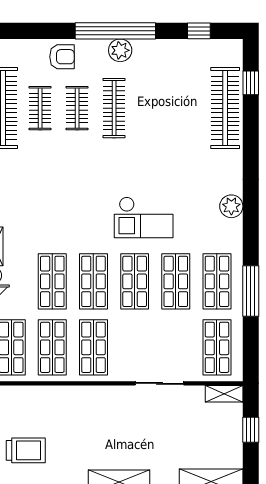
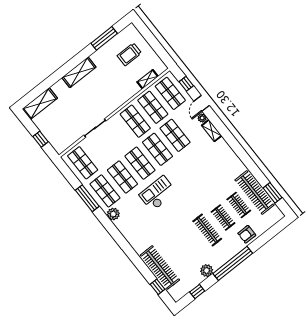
plant: (120, 50) -> (207, 271), moved
plant: (231, 206) -> (113, 214), moved
shelving: (224, 394) -> (148, 79), moved

